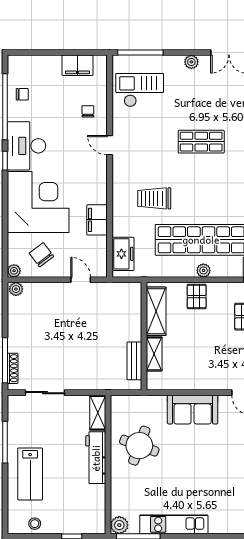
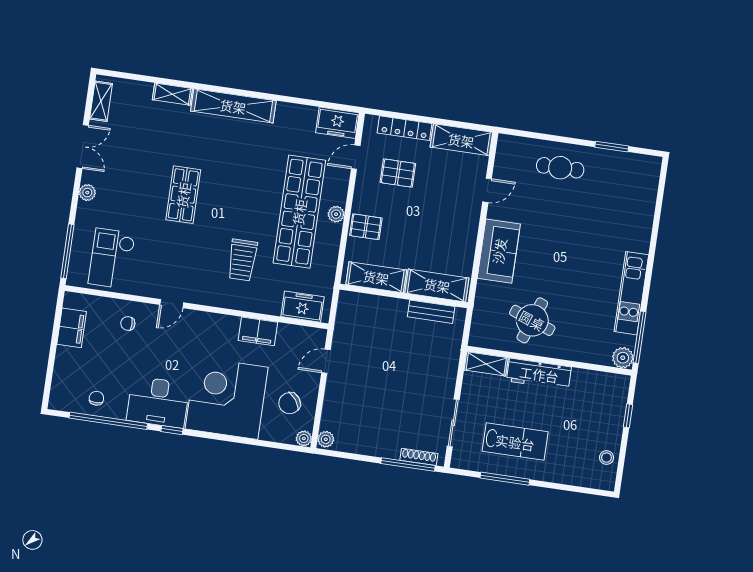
shelving: (154, 354) -> (437, 285), width x1.50, depth x1.33
lab bench: (30, 474) -> (515, 442), moved

